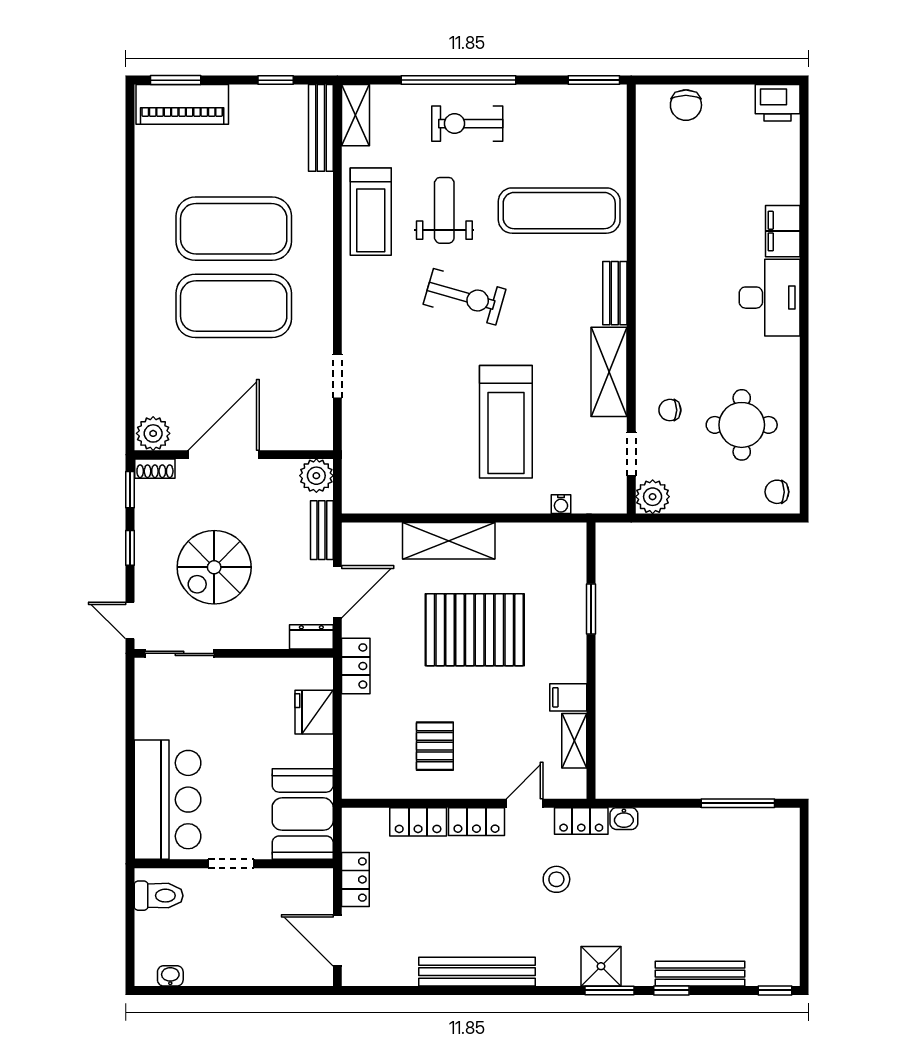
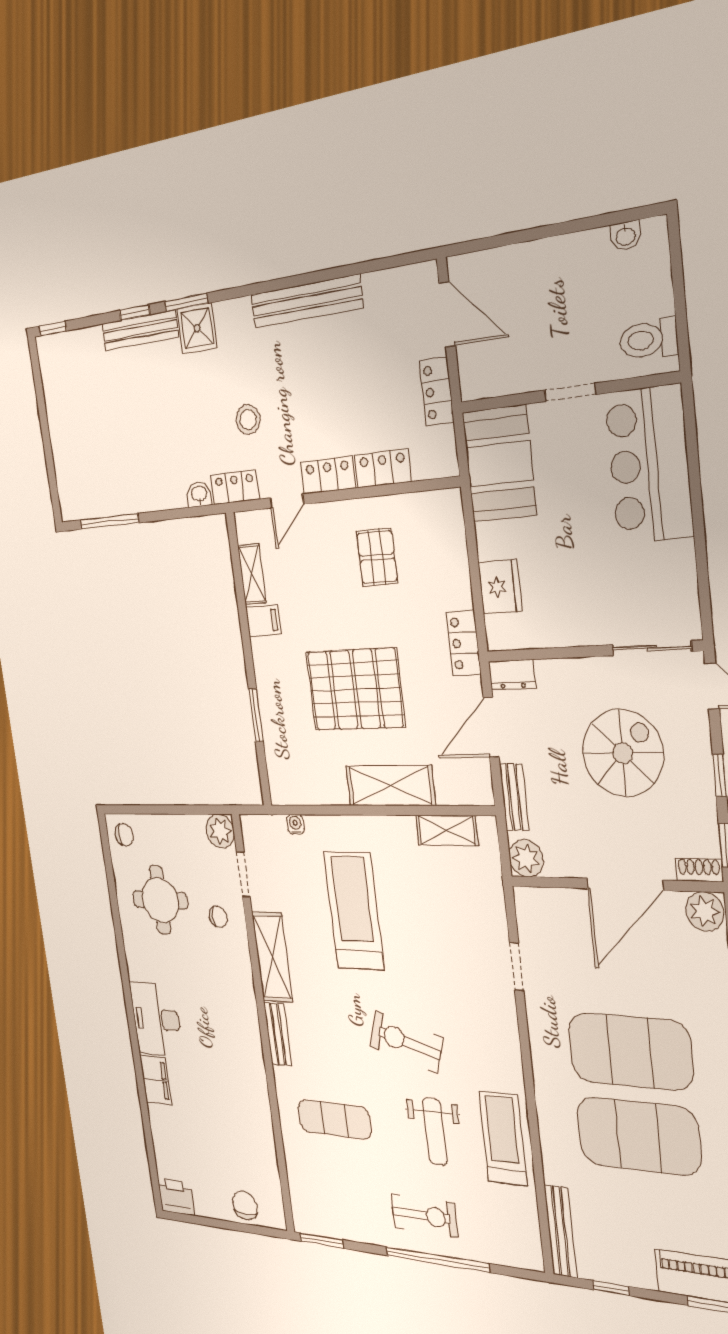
shelving: (356, 115) -> (447, 830), moved, turned 90
exercise mat: (559, 211) -> (334, 1119), width x0.73, depth x0.69
bench: (700, 974) -> (140, 330), moved

